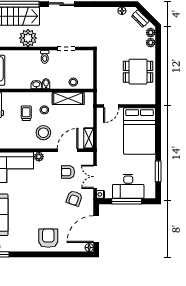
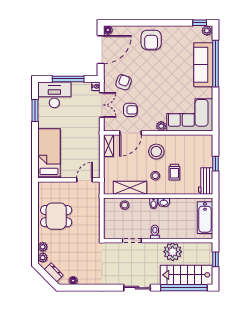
bed: (140, 131) -> (49, 153), width x0.67
desk: (128, 186) -> (54, 95), moved

